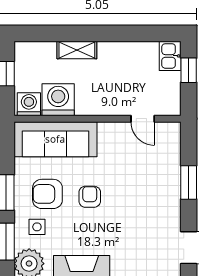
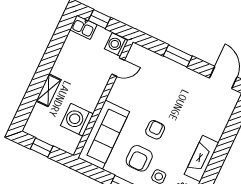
washing machine: (29, 104) -> (116, 45), moved
armchair: (90, 197) -> (155, 130), turned 90

